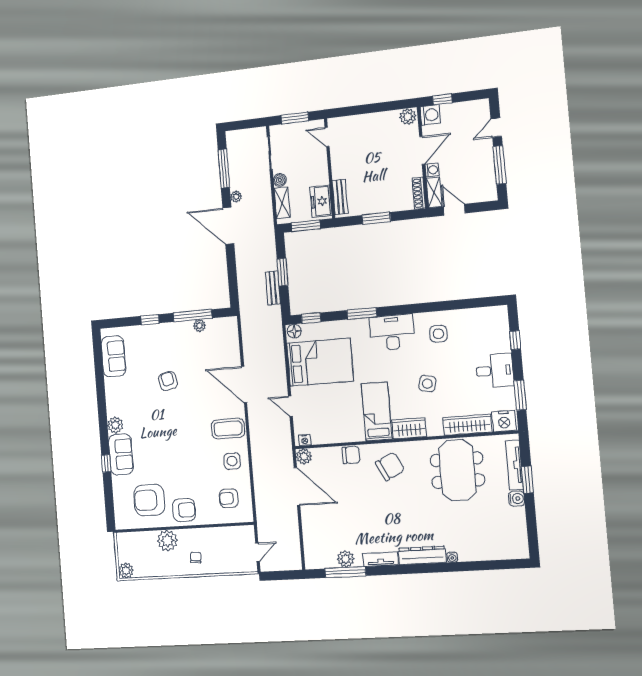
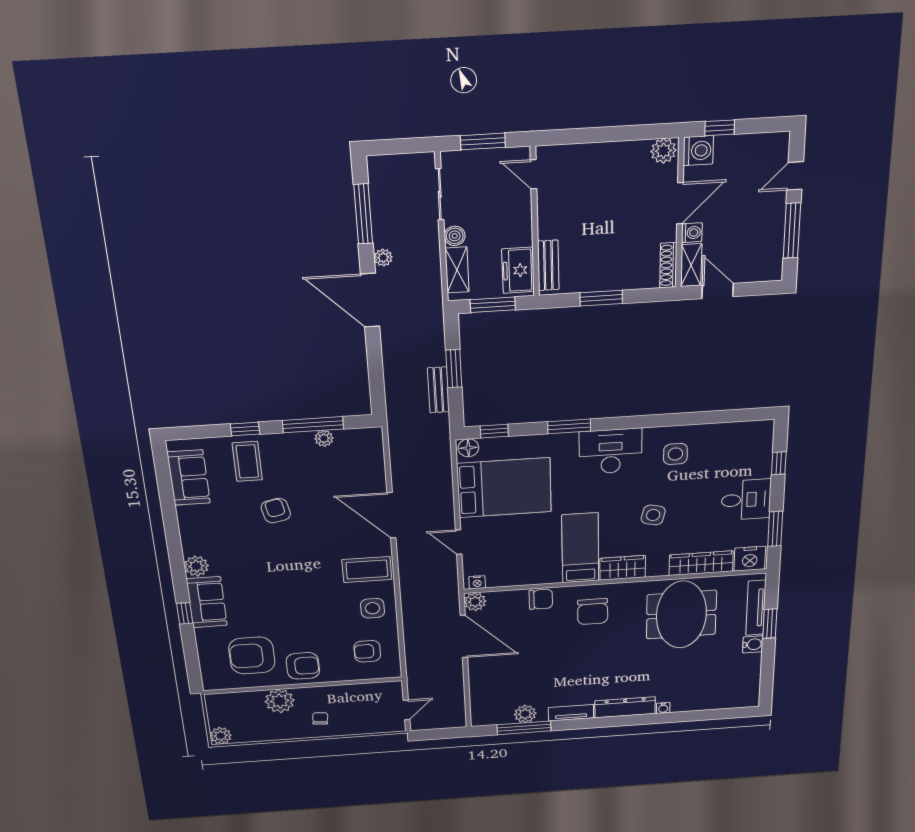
coffee table: (151, 344) -> (247, 461), added
chair: (390, 466) -> (593, 612), turned 116

